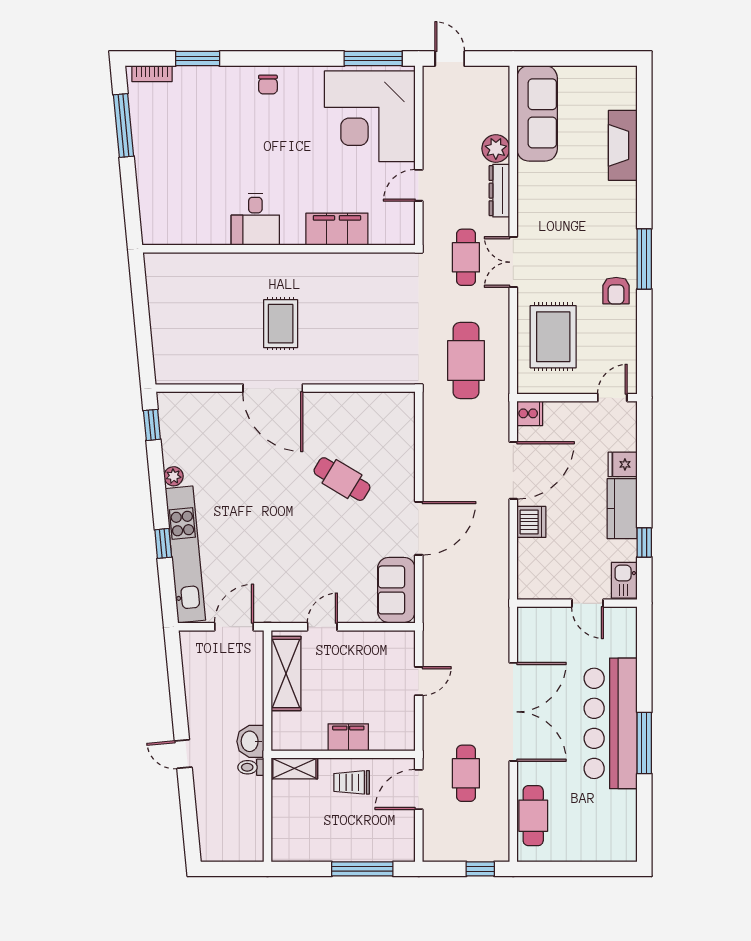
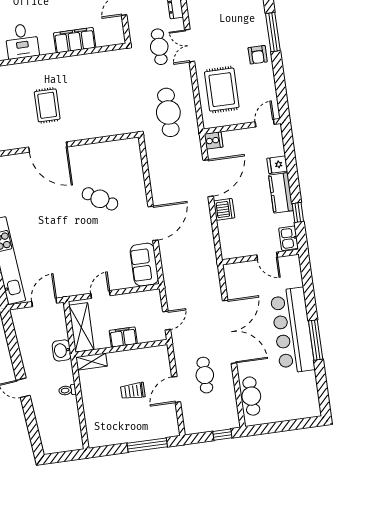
filing cabinet: (348, 737) -> (123, 337), moved
washbasin: (250, 741) -> (62, 350), moved
wall: (343, 754) -> (121, 348), moved
shelving: (294, 768) -> (92, 362), moved

